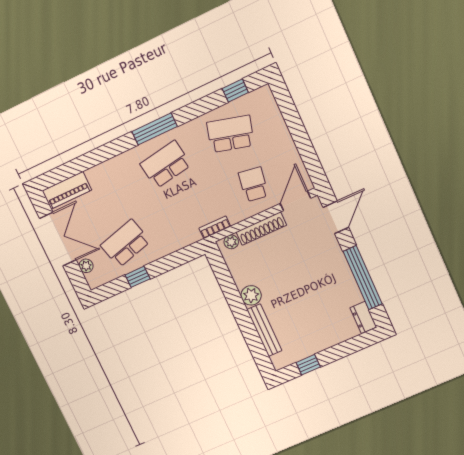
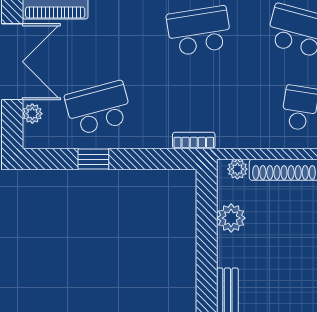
bookcase: (215, 227) -> (194, 141), moved
plant: (251, 295) -> (231, 218), moved

